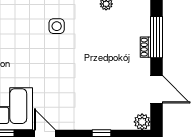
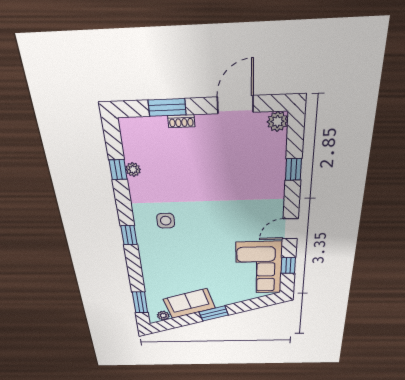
window: (156, 37) -> (167, 107), width x0.69

